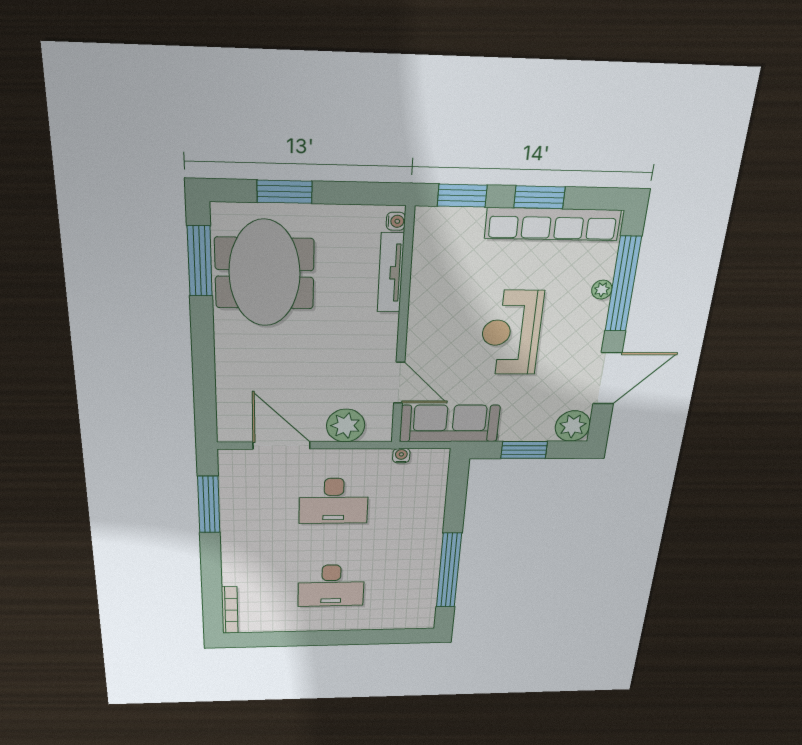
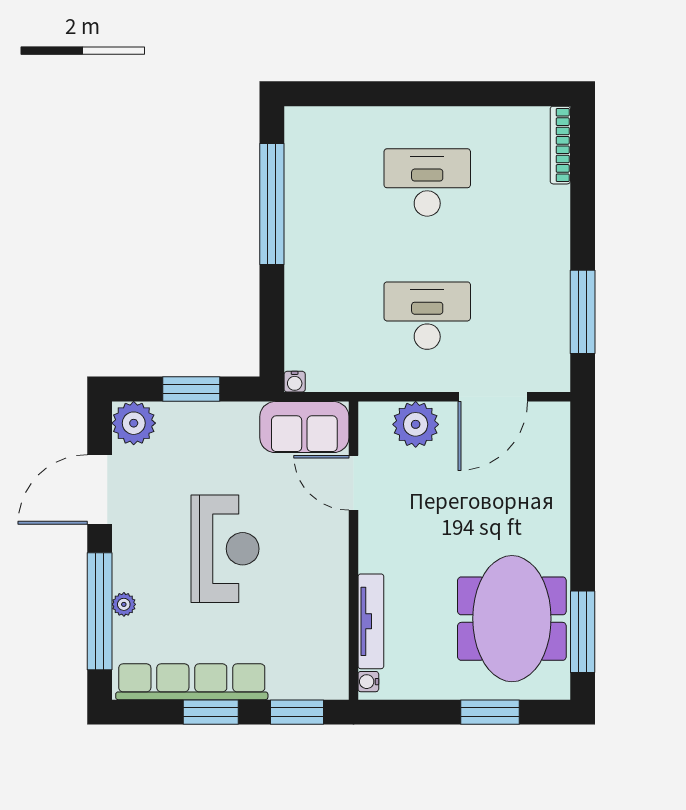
sofa: (450, 423) -> (304, 427), width x0.73
door: (282, 445) -> (493, 397), hinge flipped
water cooler: (401, 456) -> (295, 382), moved

